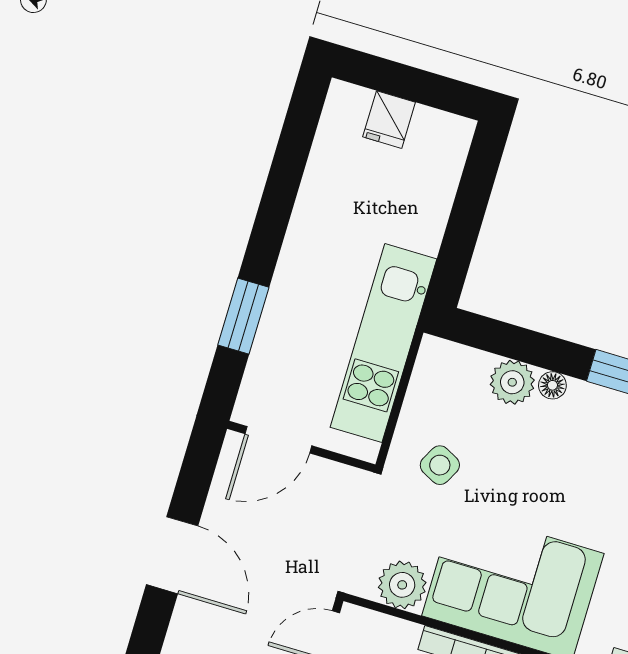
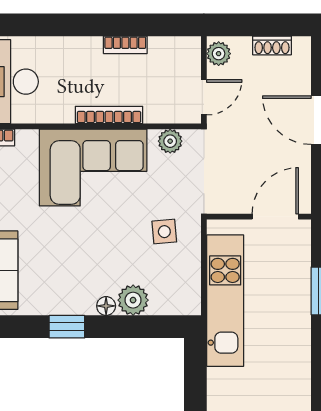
side table: (440, 465) -> (164, 232), turned -33
plant: (402, 585) -> (170, 141), width x0.73, depth x0.73

